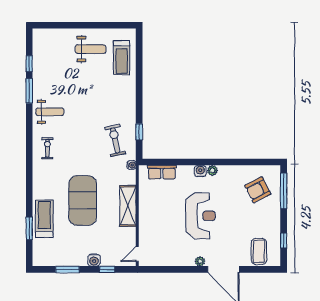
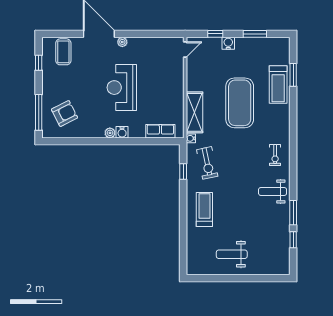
treadmill: (122, 58) -> (204, 209), moved
shelving: (128, 206) -> (195, 112), moved

